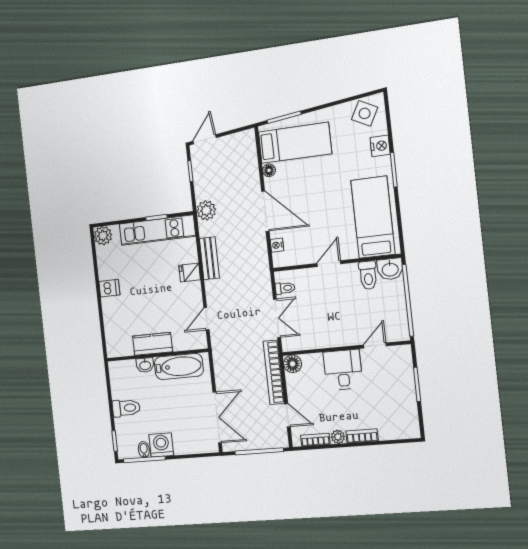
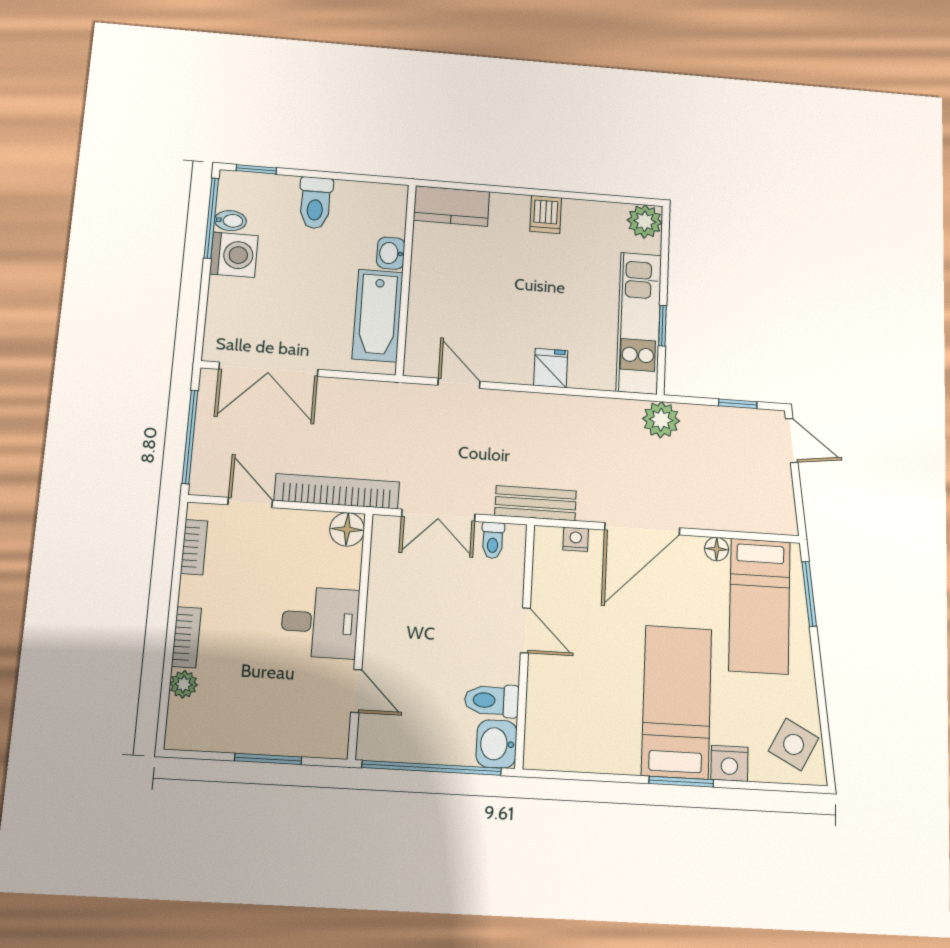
bed: (373, 217) -> (677, 702), moved, turned -90
bench: (209, 258) -> (536, 503), moved
kitchen counter: (152, 344) -> (451, 206), moved, turned 90
door: (287, 415) -> (250, 503), swing flipped
plant: (338, 437) -> (184, 684), moved

